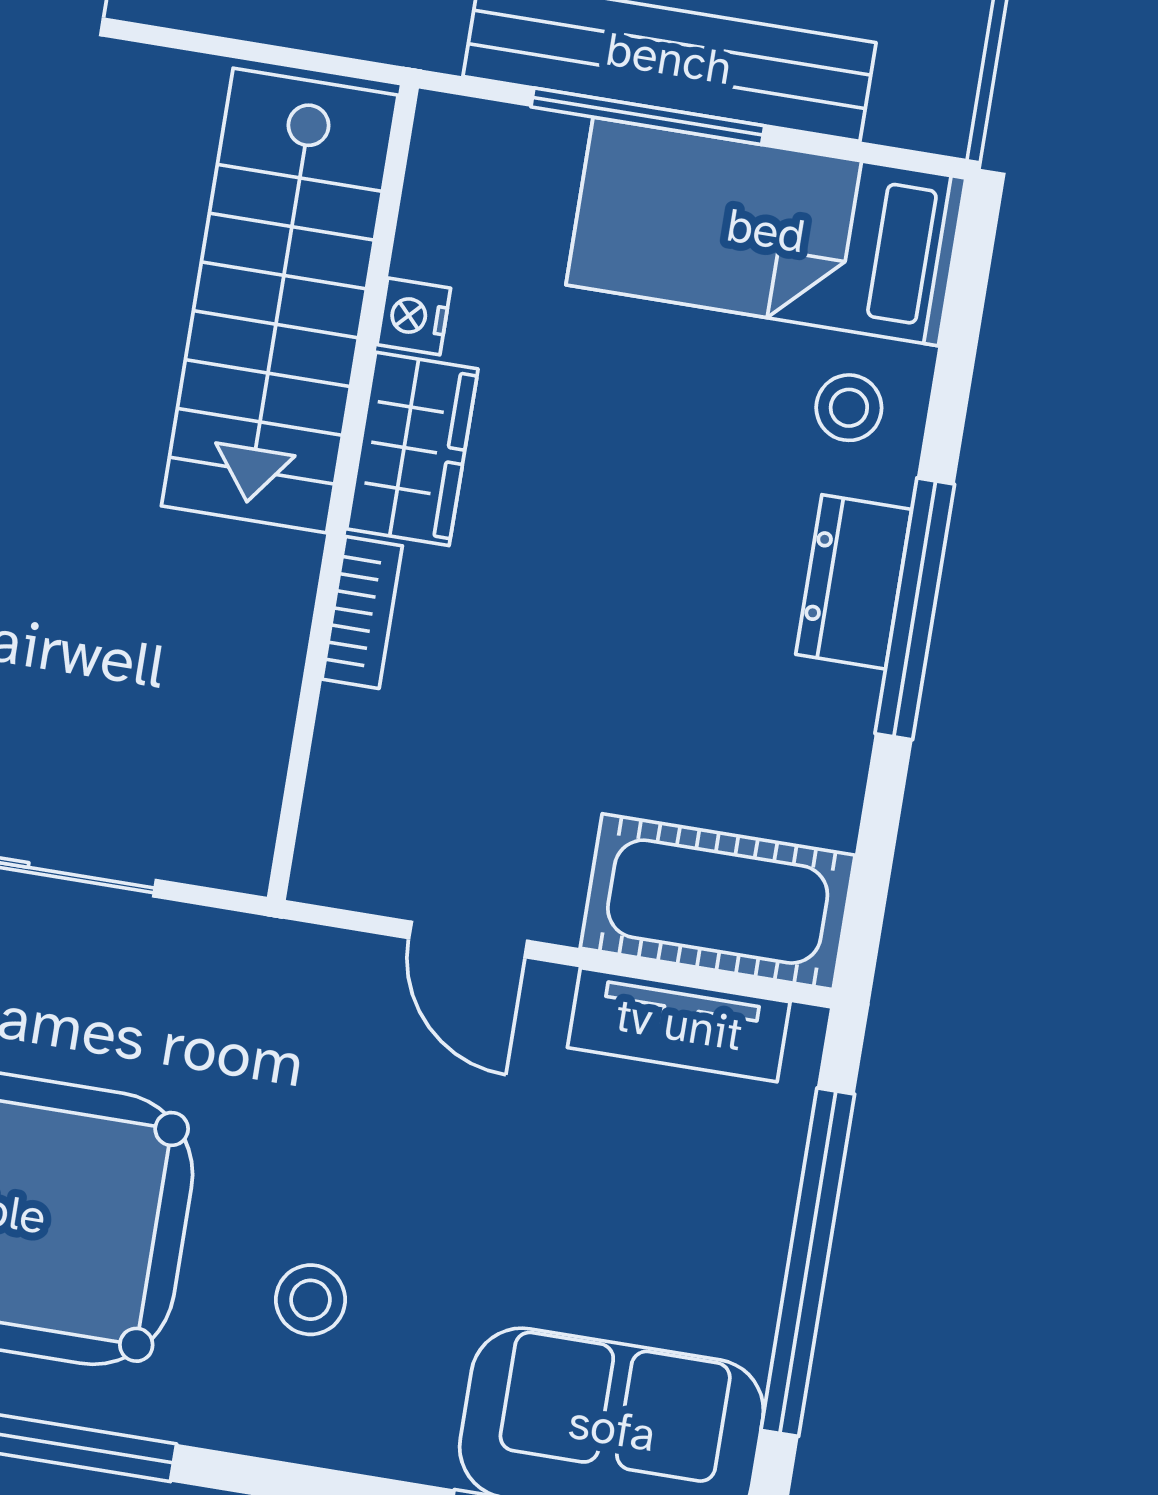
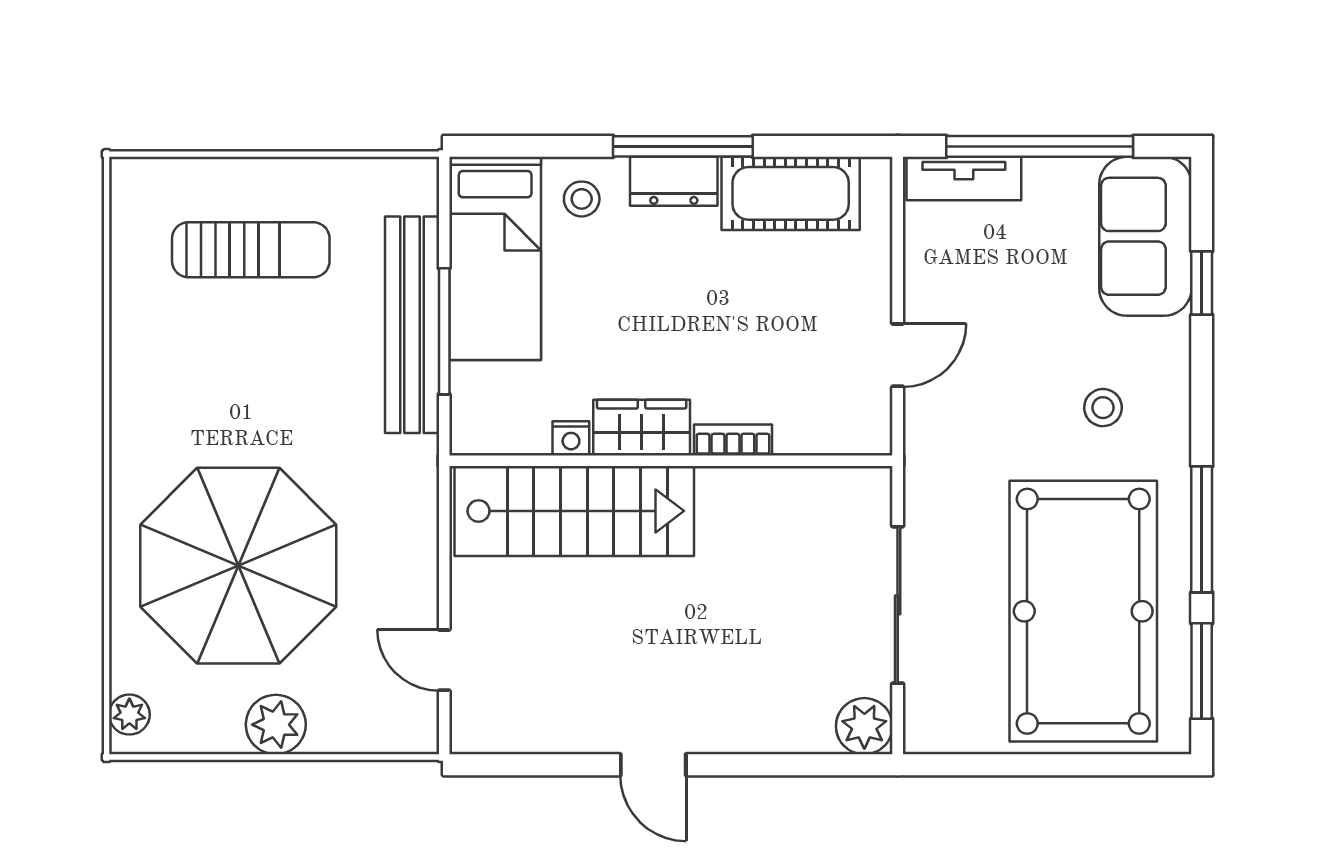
cot: (718, 902) -> (791, 193), moved, turned 90
tv unit: (679, 1025) -> (964, 179), moved, turned 90

